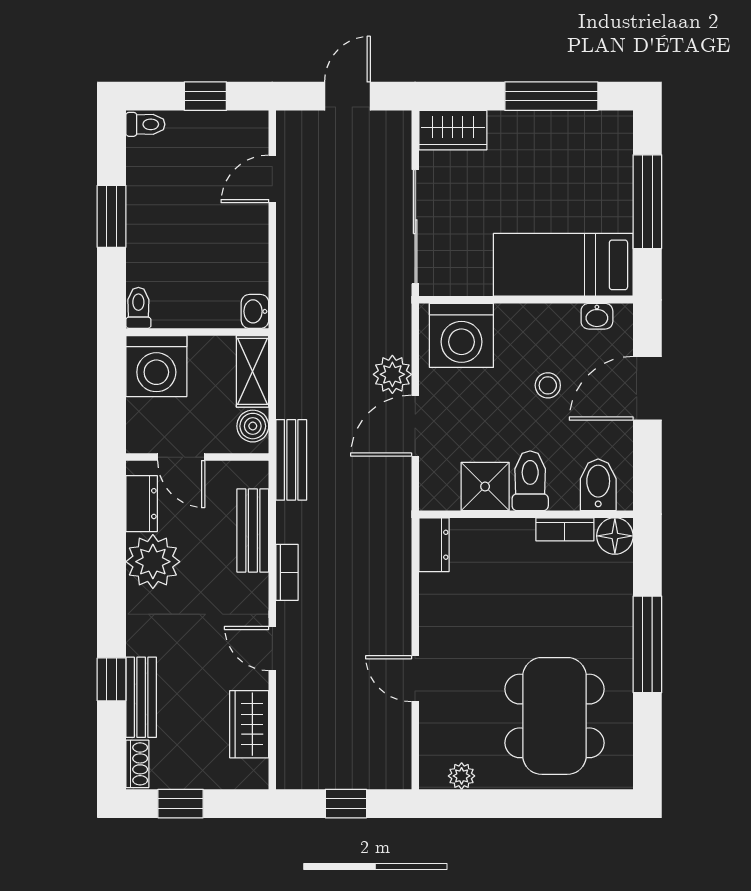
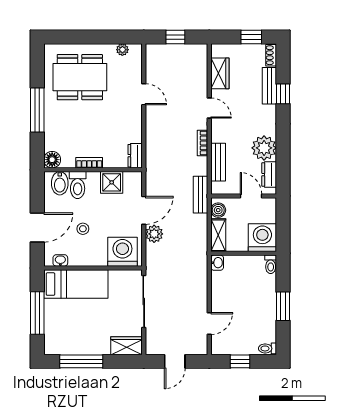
toilet: (530, 481) -> (78, 185), moved
bookcase: (565, 529) -> (89, 163), moved
dining table: (554, 716) -> (80, 77), turned 90

